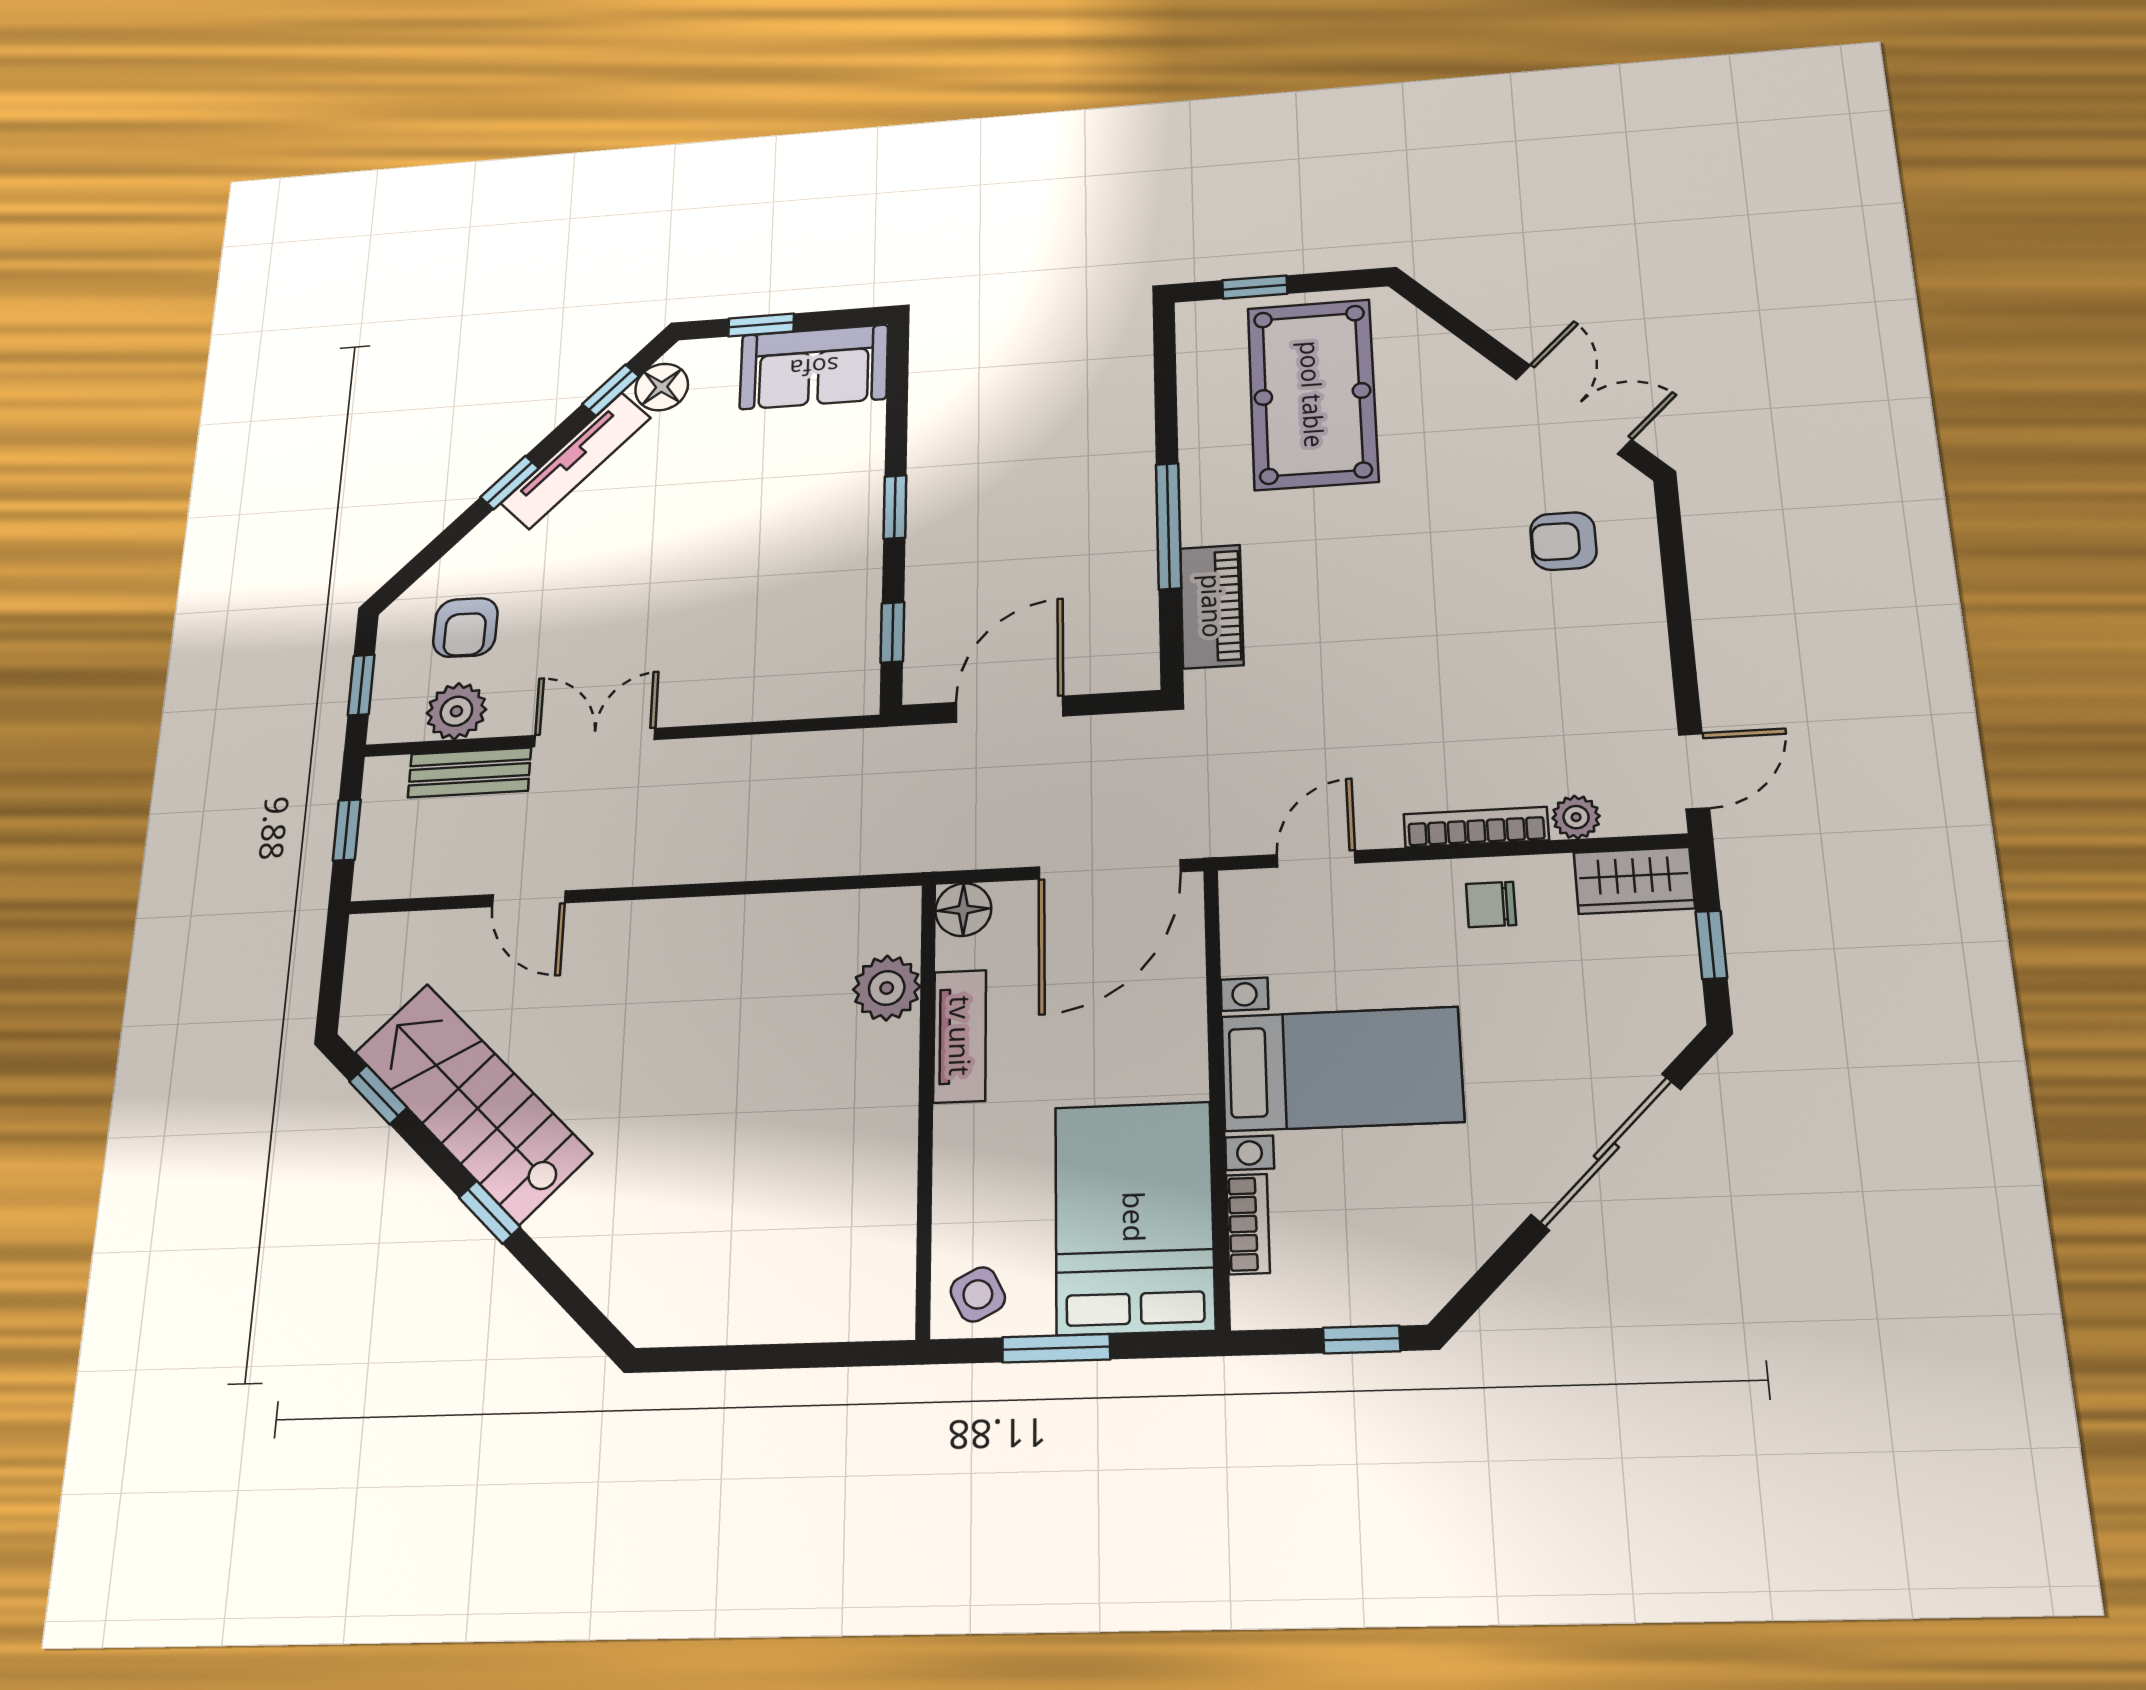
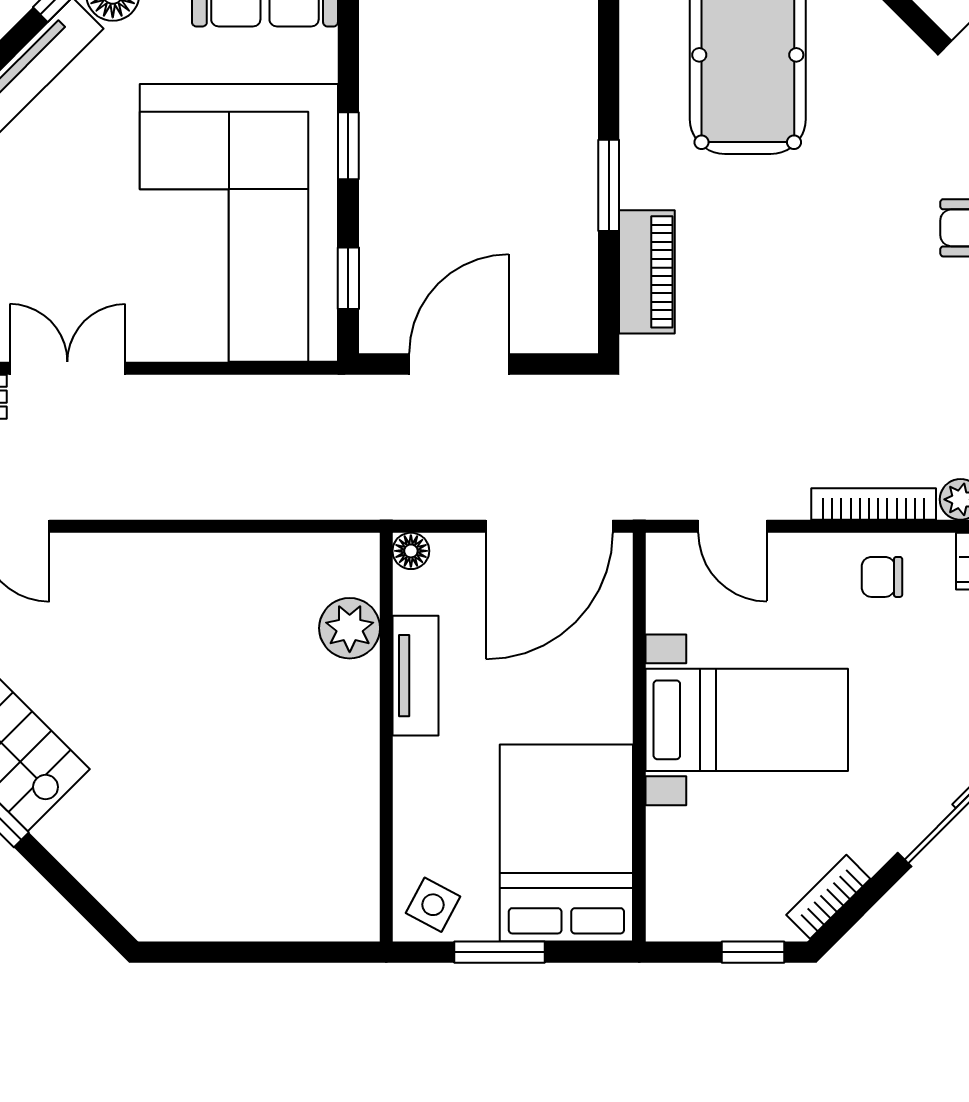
window: (1168, 526) -> (609, 185), width x0.69
corner sofa: (779, 587) -> (239, 223), added
door: (1316, 859) -> (733, 526), swing flipped
floor lamp: (963, 910) -> (411, 551), width x0.73, depth x0.73
bookcase: (1248, 1224) -> (828, 897), moved, turned -135
side table: (978, 1294) -> (433, 905), turned -35

